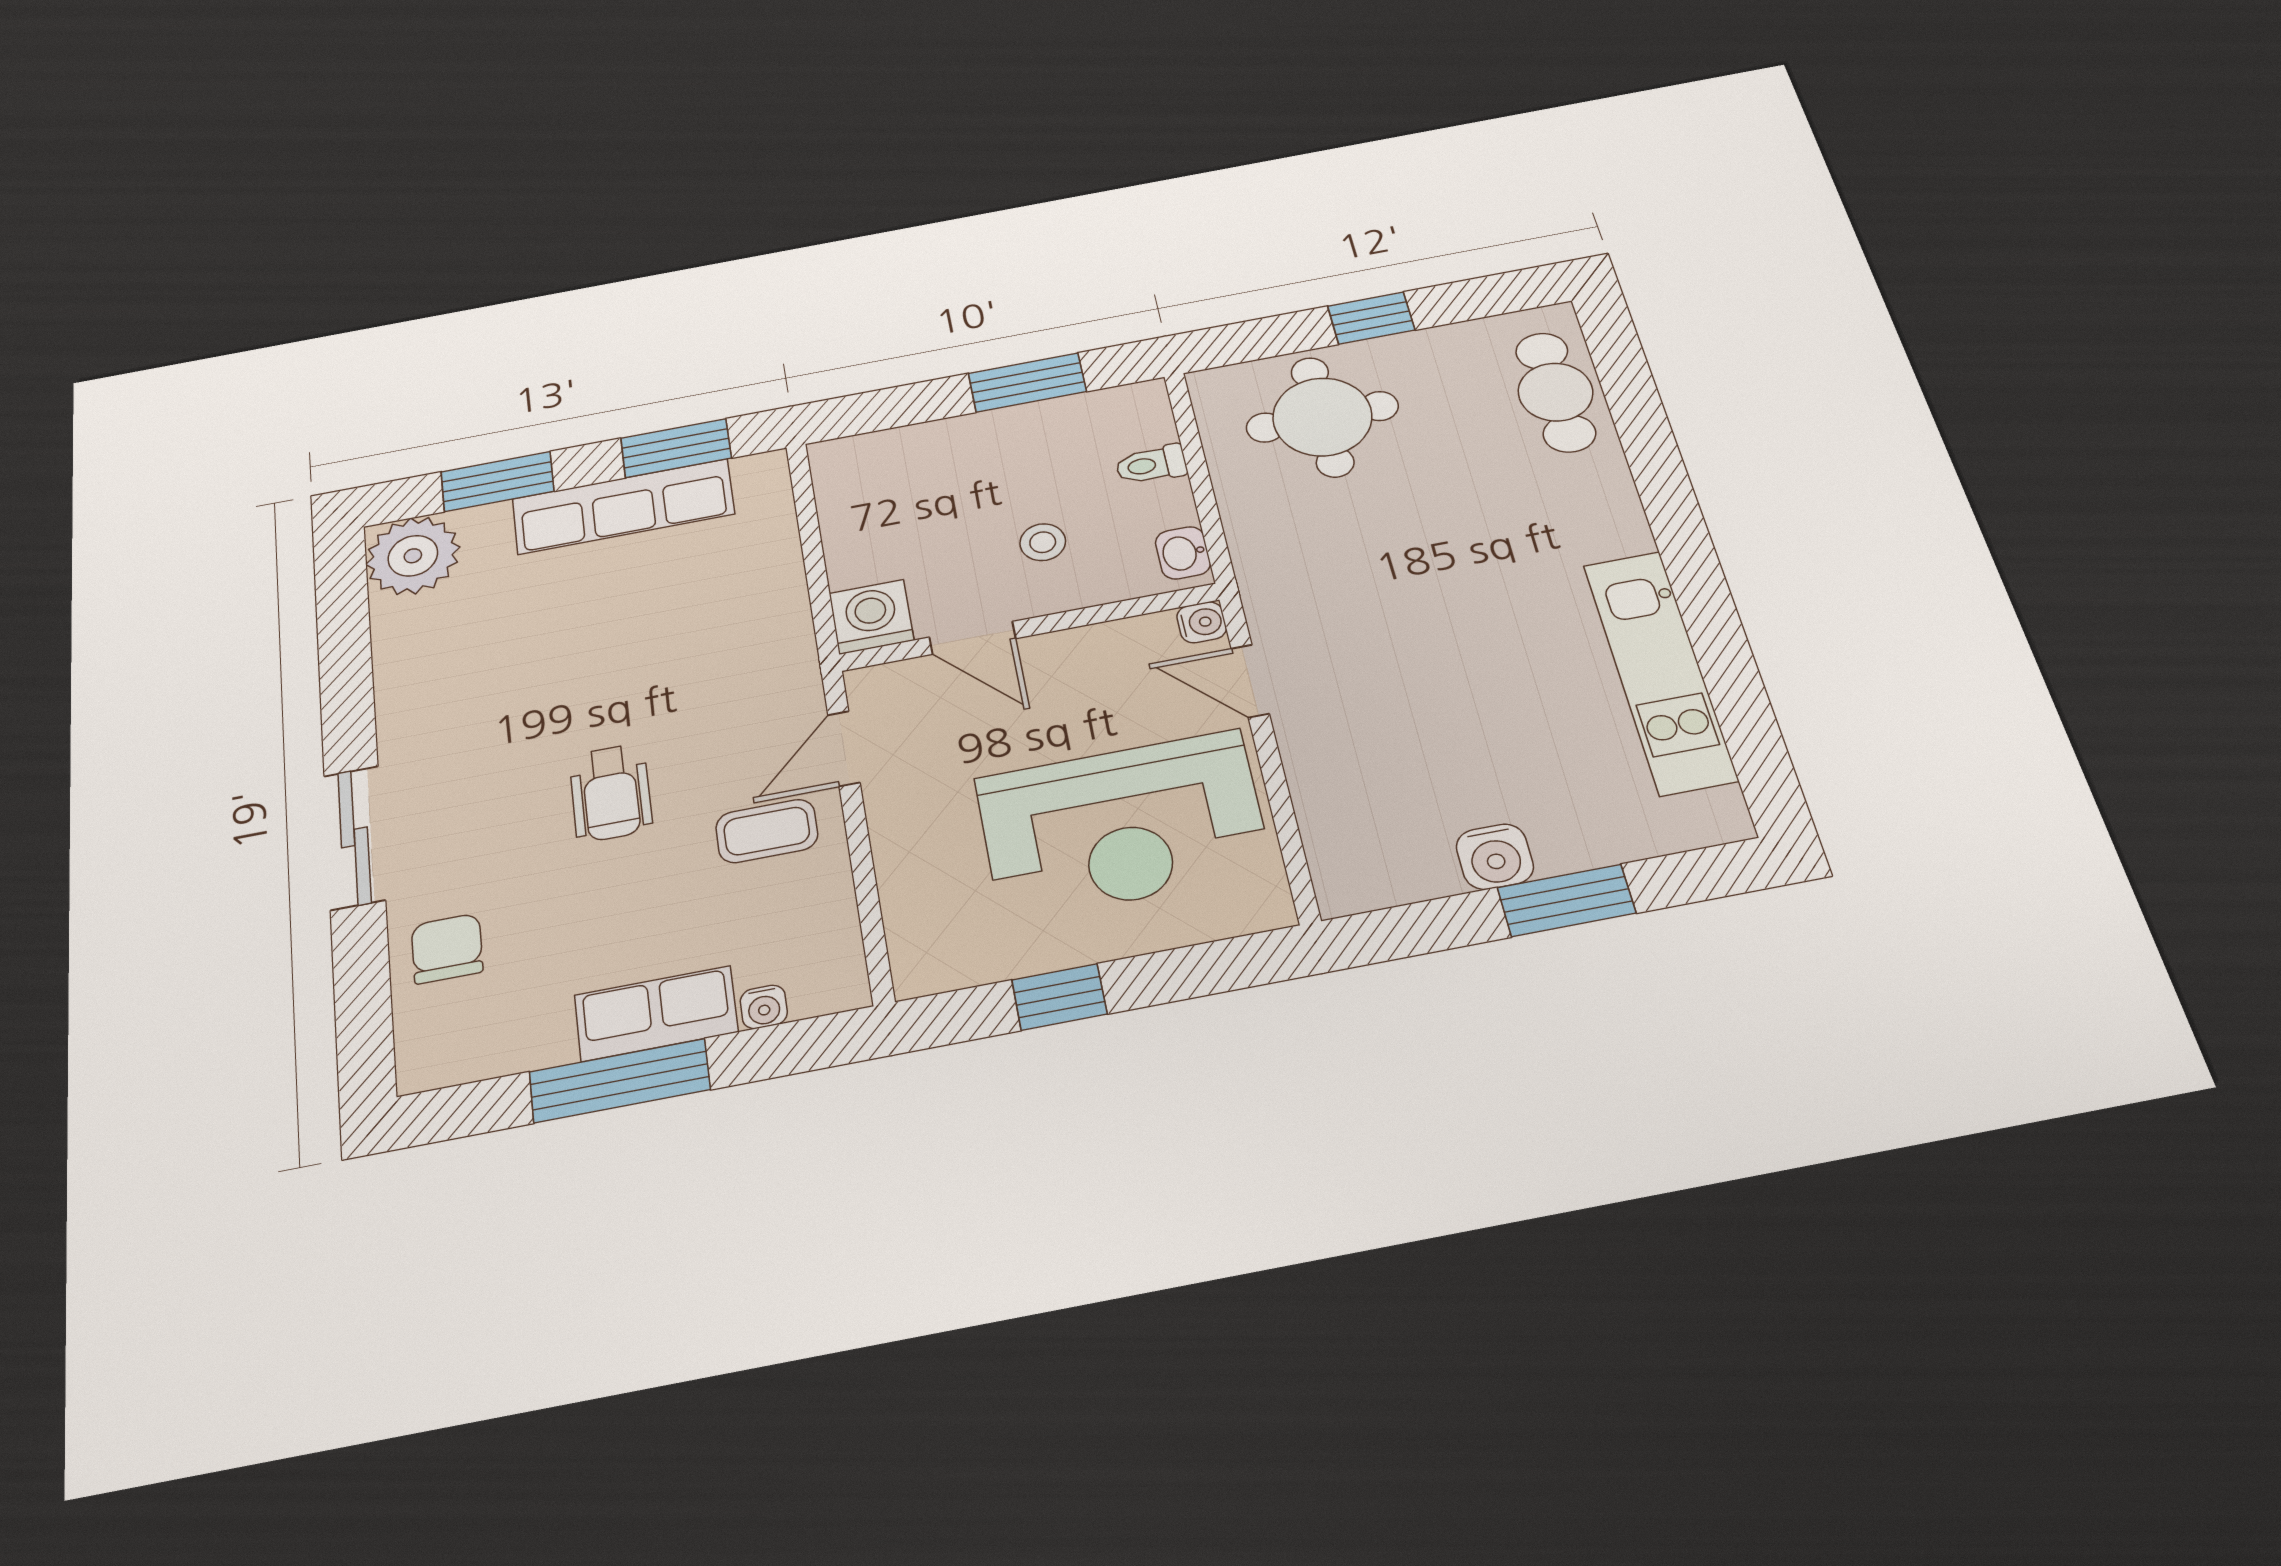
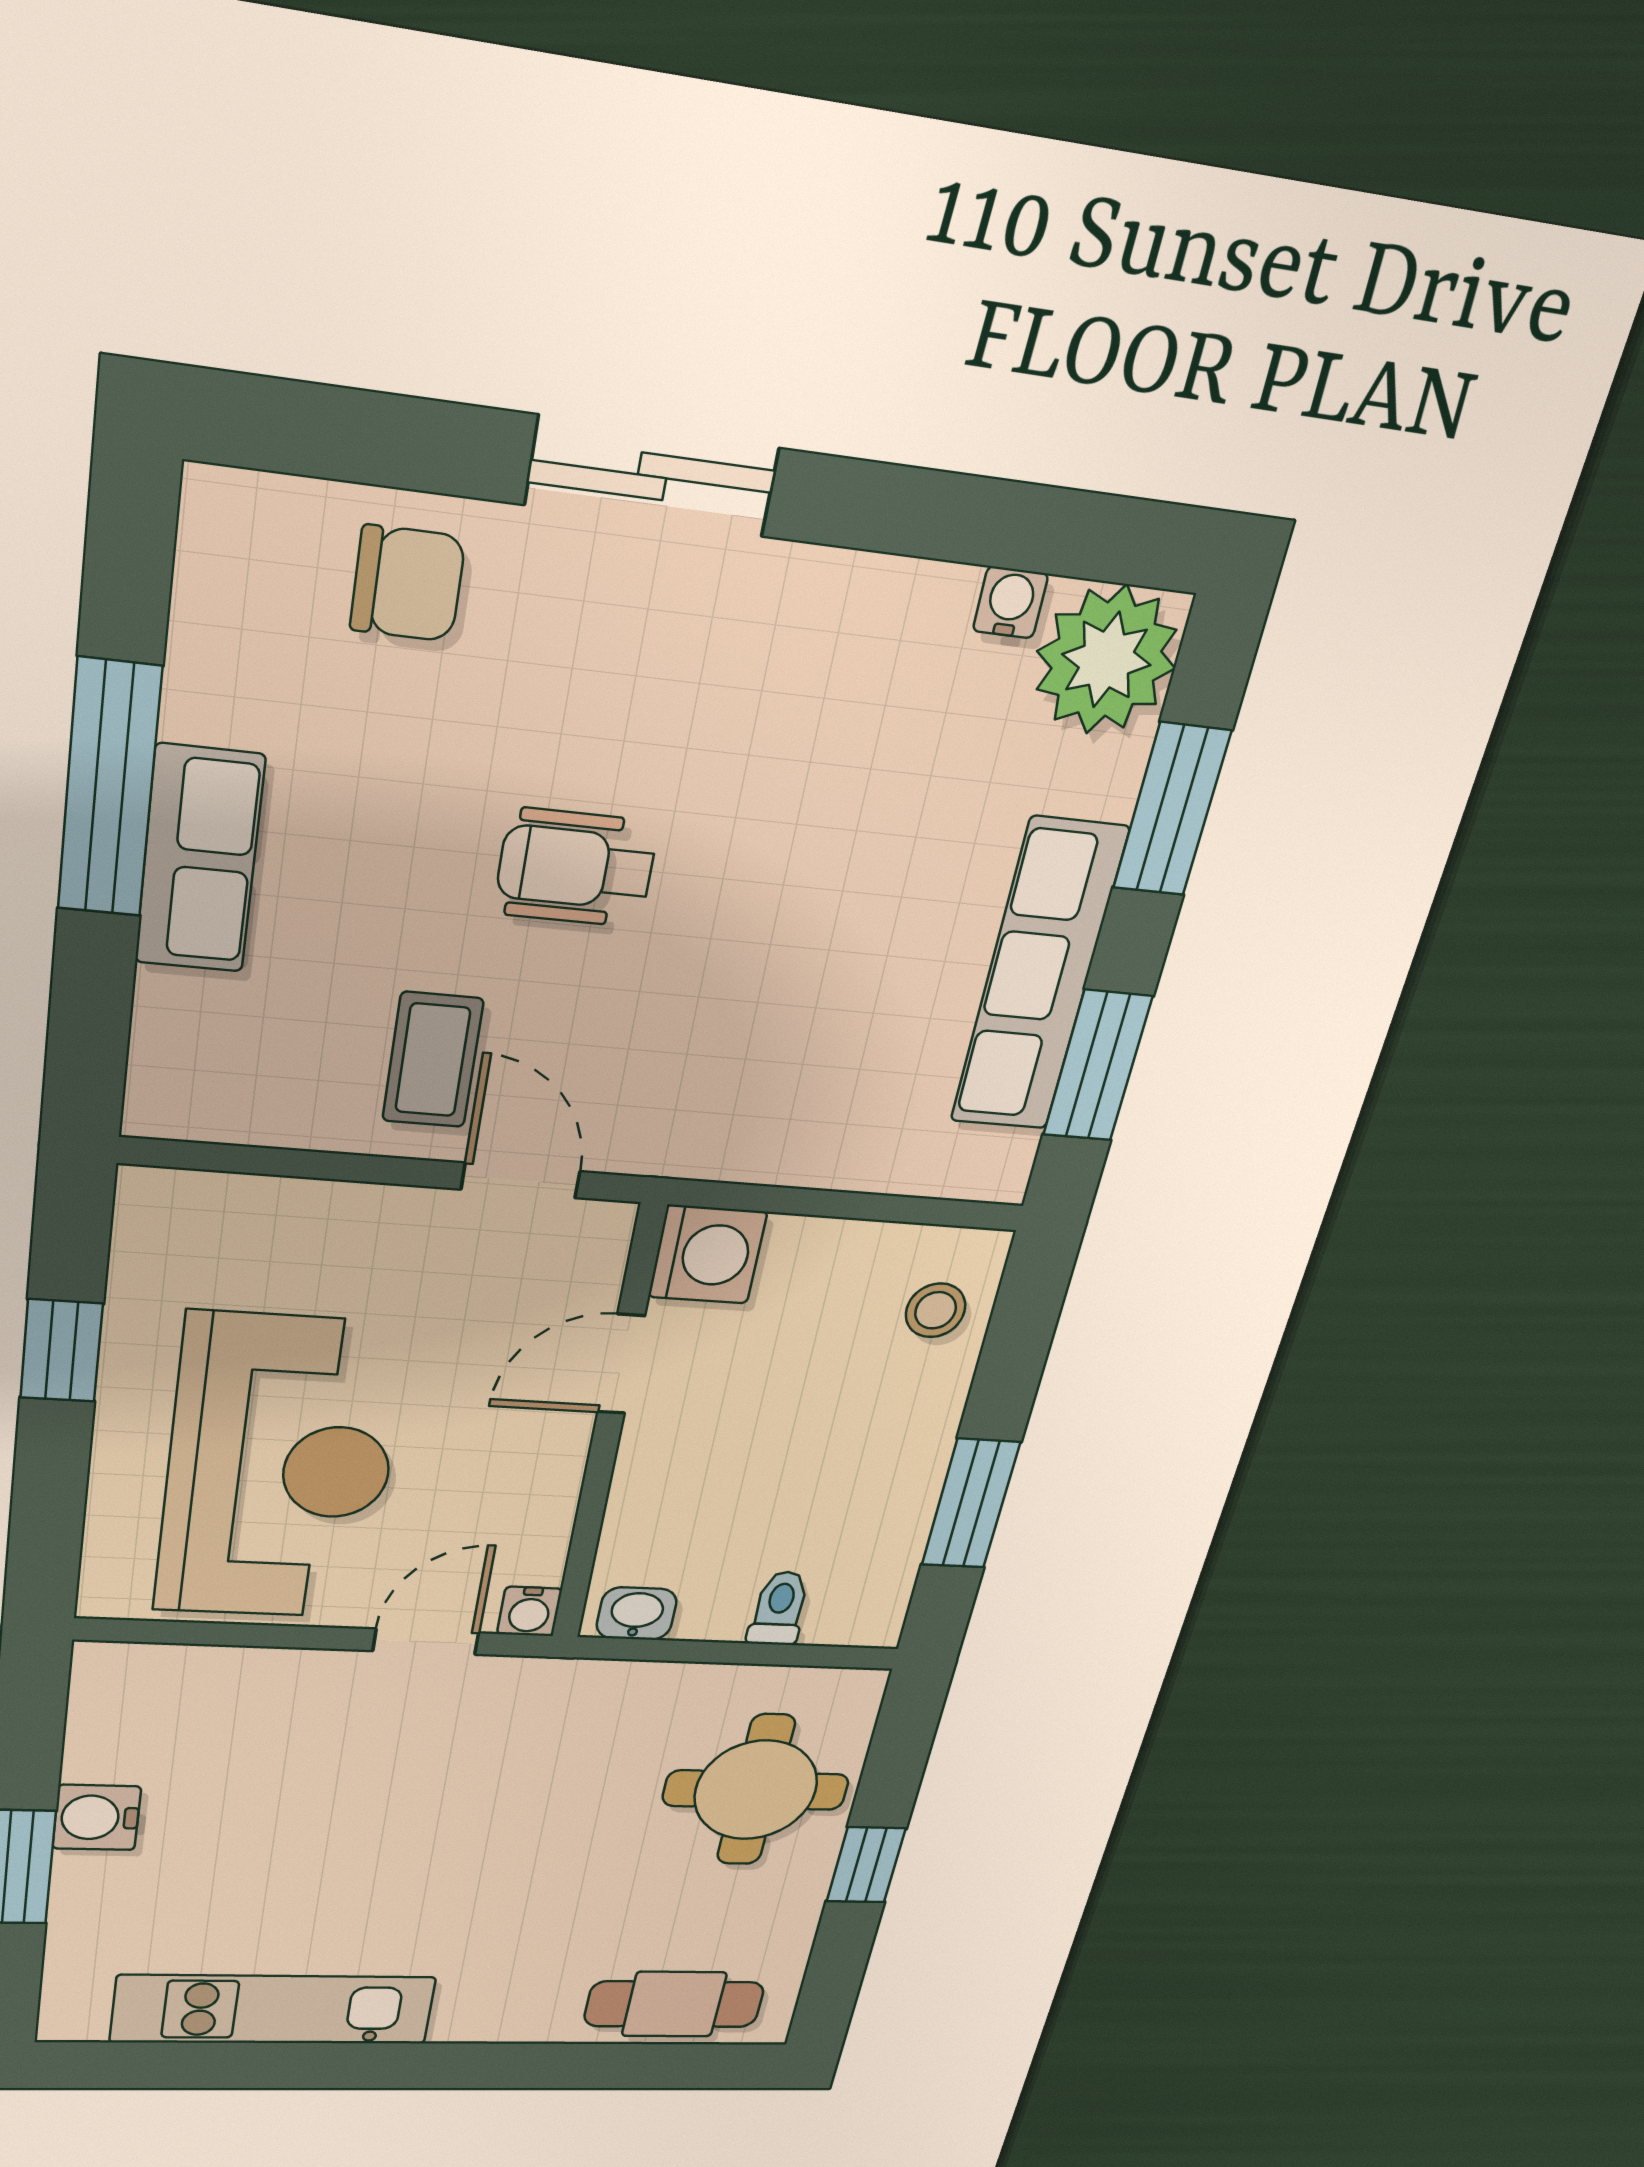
stool: (1043, 542) -> (936, 1310), moved
reception desk: (1122, 825) -> (279, 1469), turned 180
water cooler: (764, 1007) -> (1010, 602), moved, turned 90

